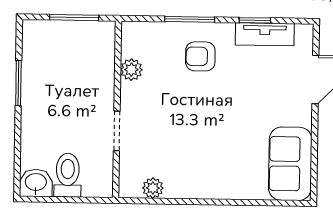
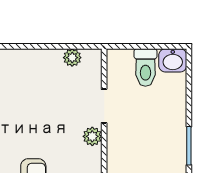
plant: (131, 70) -> (92, 136), moved

